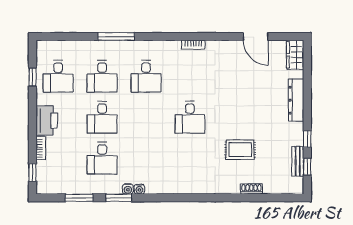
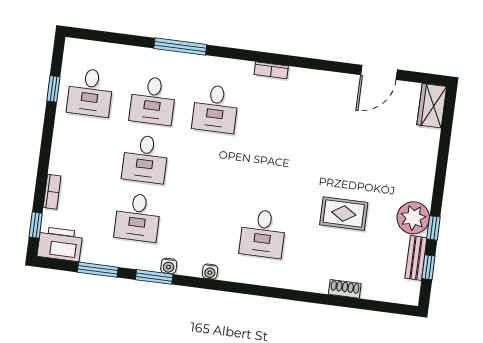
door: (256, 37) -> (379, 72), hinge flipped
bookcase: (193, 45) -> (271, 70), moved
dresser: (296, 100) -> (425, 171), removed
desk: (190, 117) -> (263, 233), moved
printer: (47, 121) -> (60, 244), moved, turned -90
plant: (292, 134) -> (413, 218), added
rug: (240, 150) -> (344, 214), moved
water cooler: (139, 189) -> (210, 272), moved

